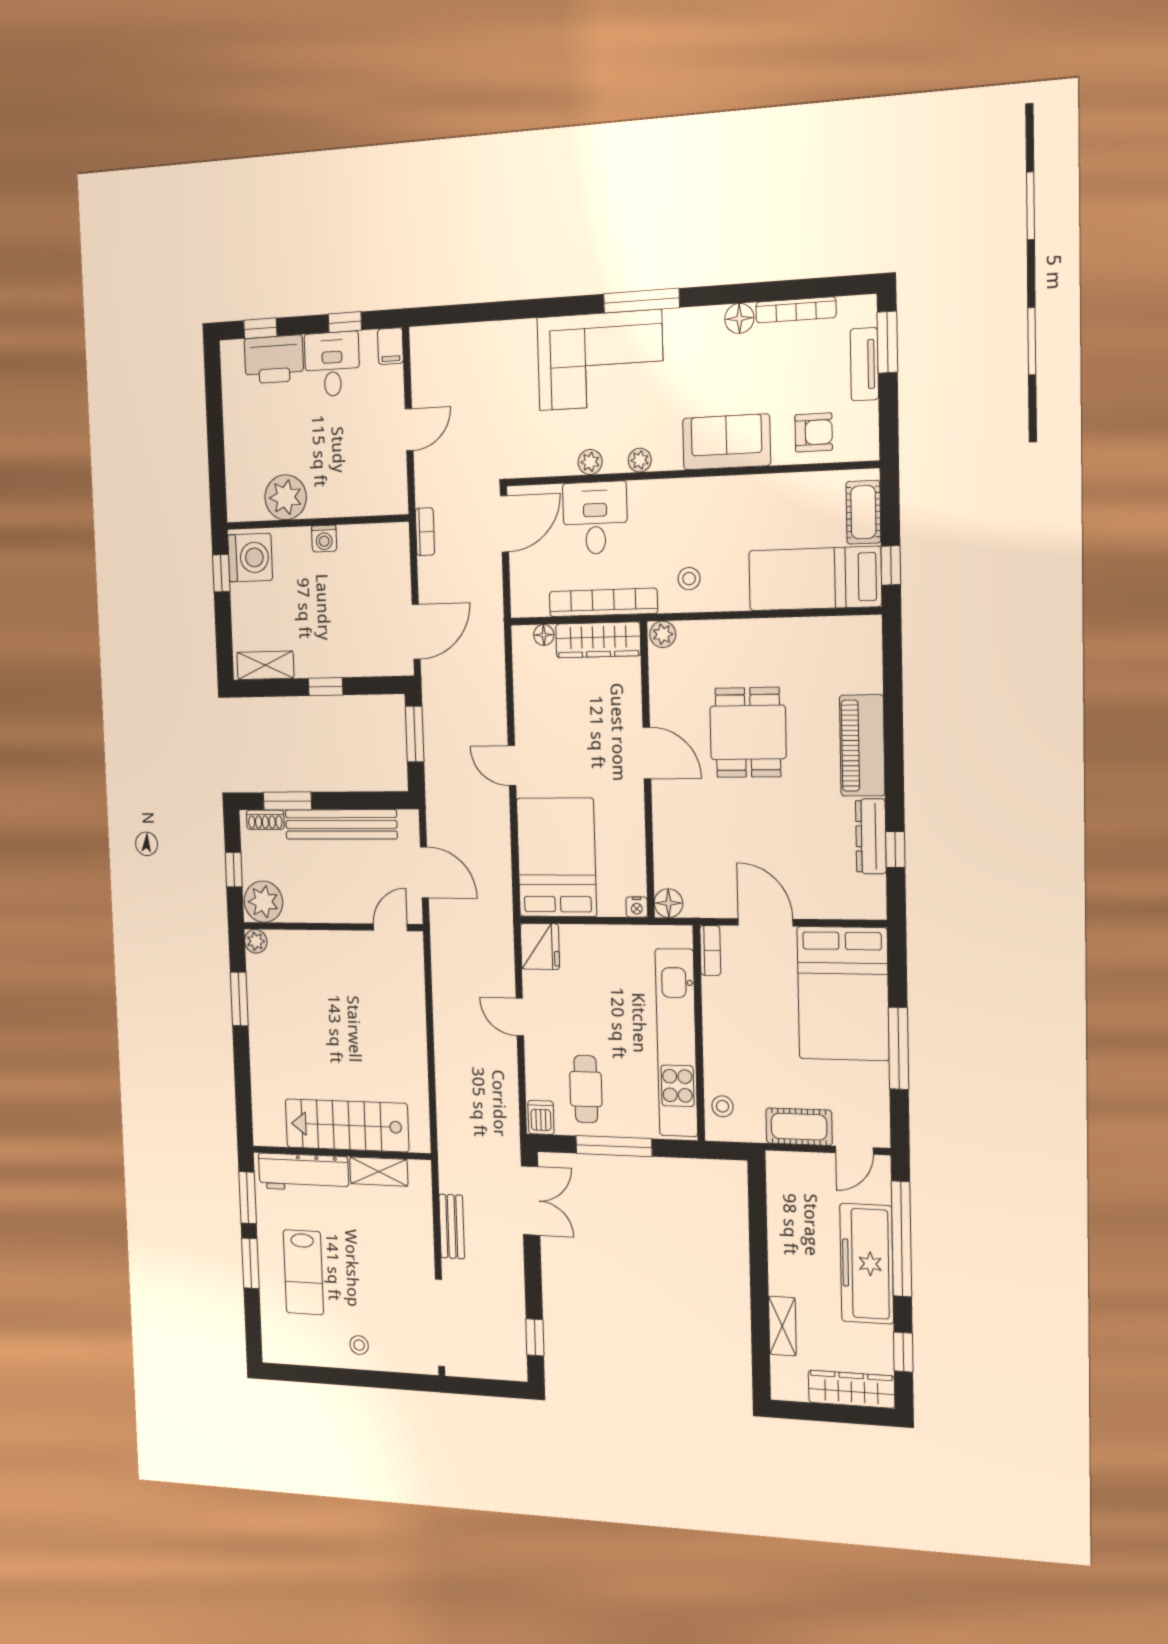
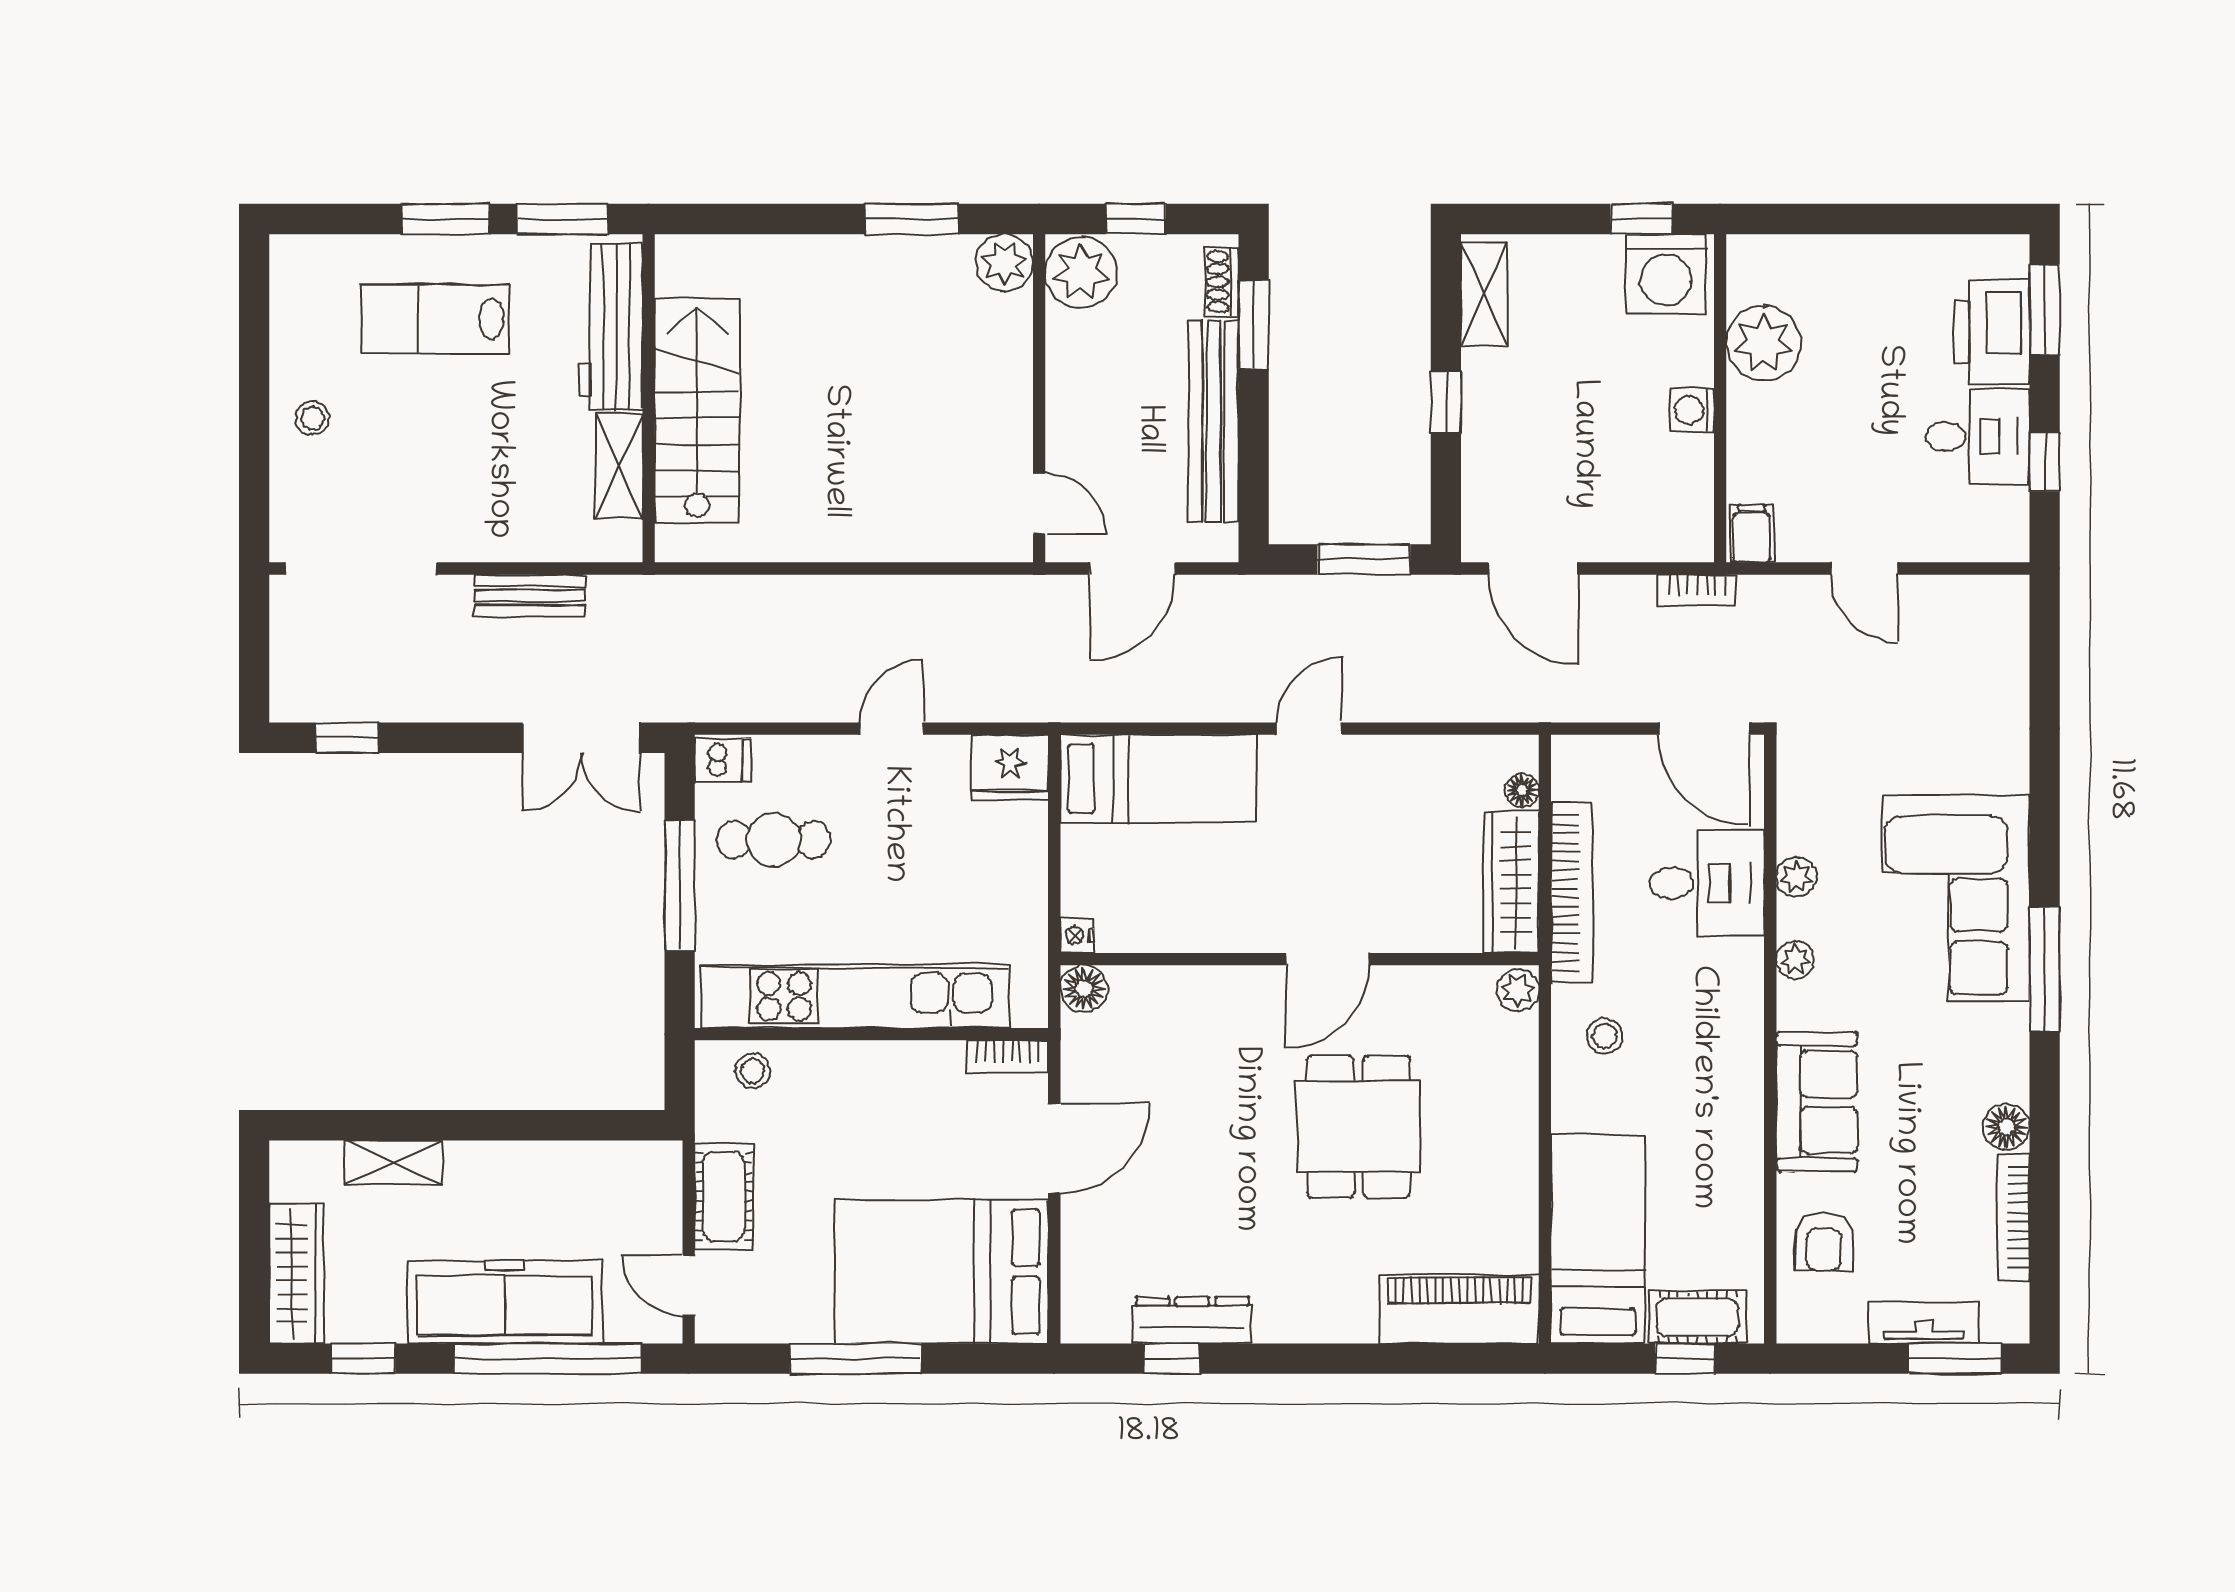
window: (260, 328) -> (2045, 310), width x1.50
filing cabinet: (390, 346) -> (1752, 534), moved, turned 90
window: (891, 565) -> (1685, 1359), moved
dining table: (748, 732) -> (1358, 1126), turned 90
piano: (862, 746) -> (1459, 1309), moved
bed: (556, 857) -> (1158, 779), width x0.67
plant: (256, 941) -> (1005, 263), width x1.38, depth x1.38

